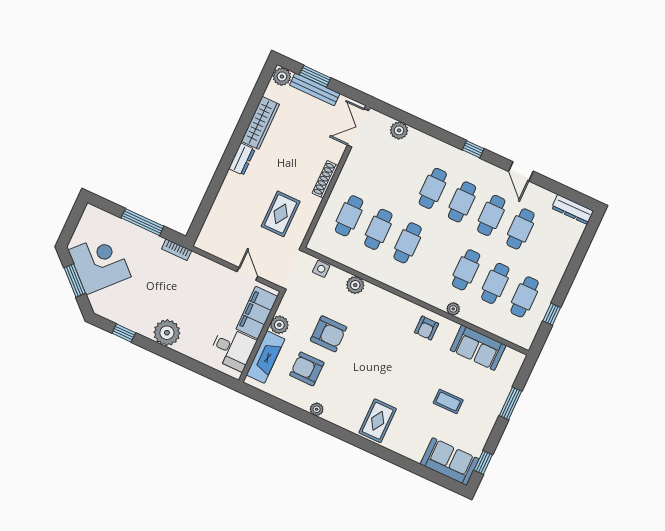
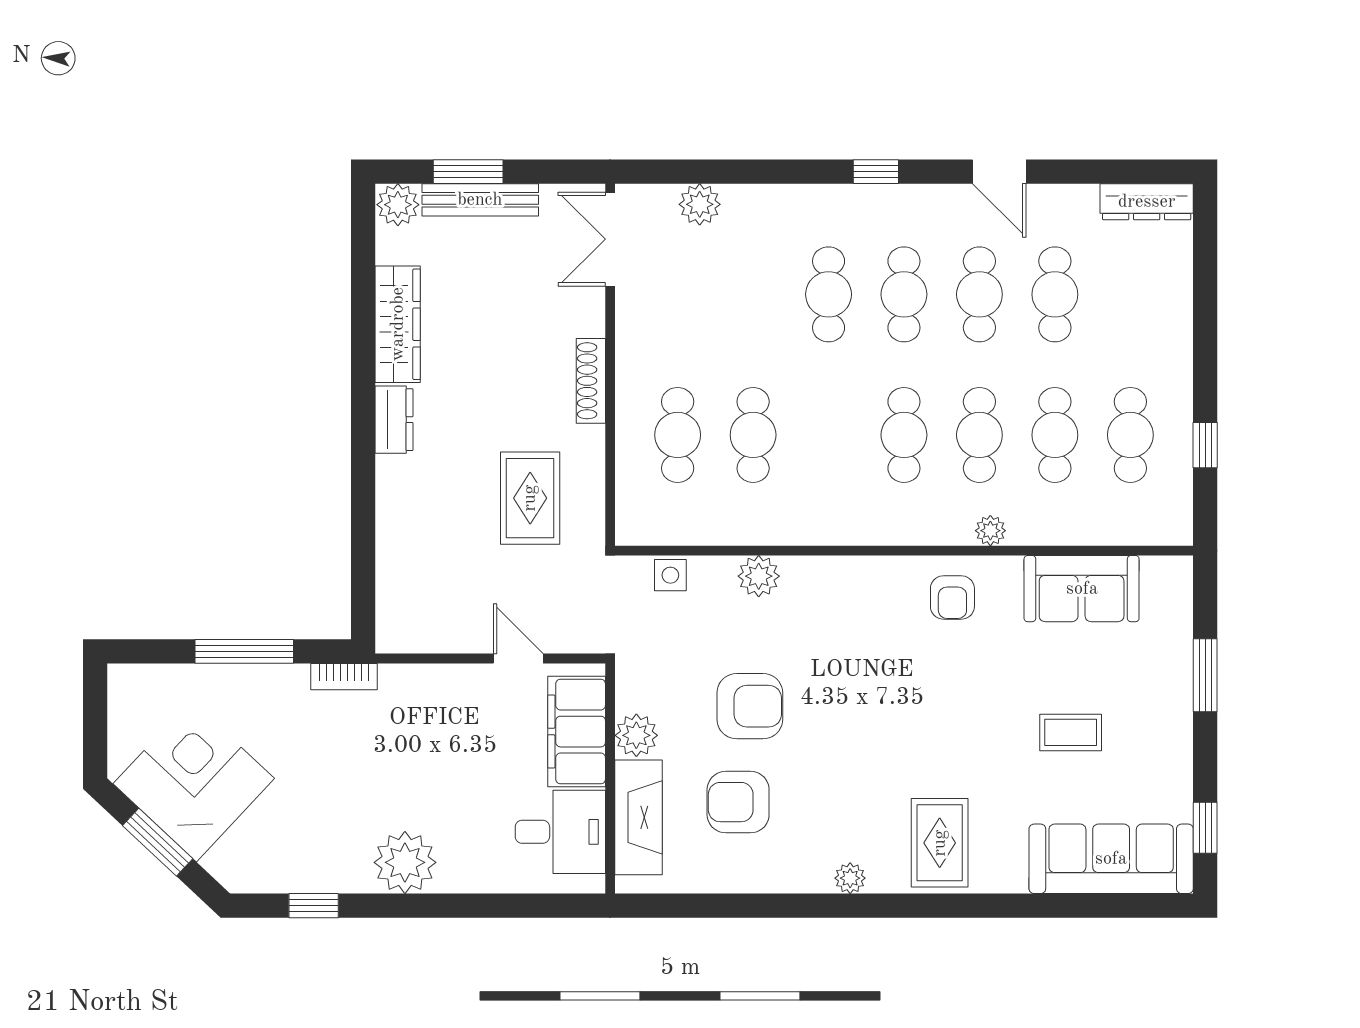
cafe table: (408, 243) -> (904, 435), moved
plant: (317, 409) -> (850, 878), moved
sofa: (450, 462) -> (1111, 859), width x1.36

